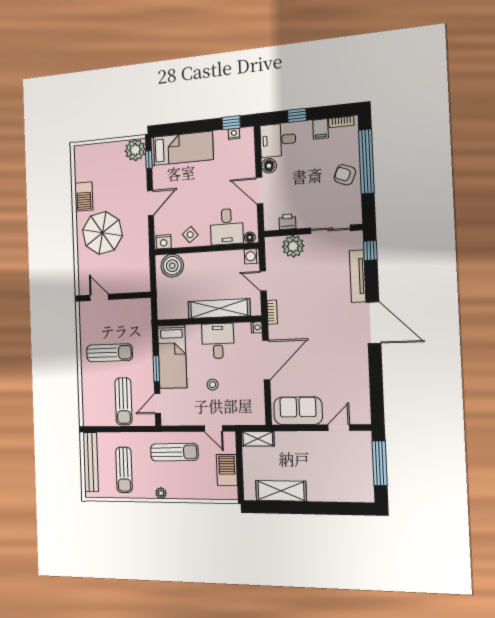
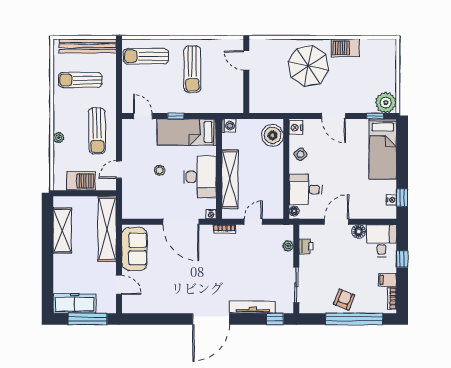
plant: (293, 246) -> (288, 246), width x0.53, depth x0.53
washing machine: (252, 256) -> (229, 126), moved, turned 90
door: (99, 297) -> (246, 60), swing flipped
desk: (218, 341) -> (200, 177), width x1.37
window: (156, 369) -> (176, 116), width x0.67
sun lounger: (123, 401) -> (146, 56), moved
shelving: (258, 439) -> (107, 229), width x2.20, depth x1.33
freezer: (362, 478) -> (74, 303), added
plant: (161, 493) -> (59, 138), moved

